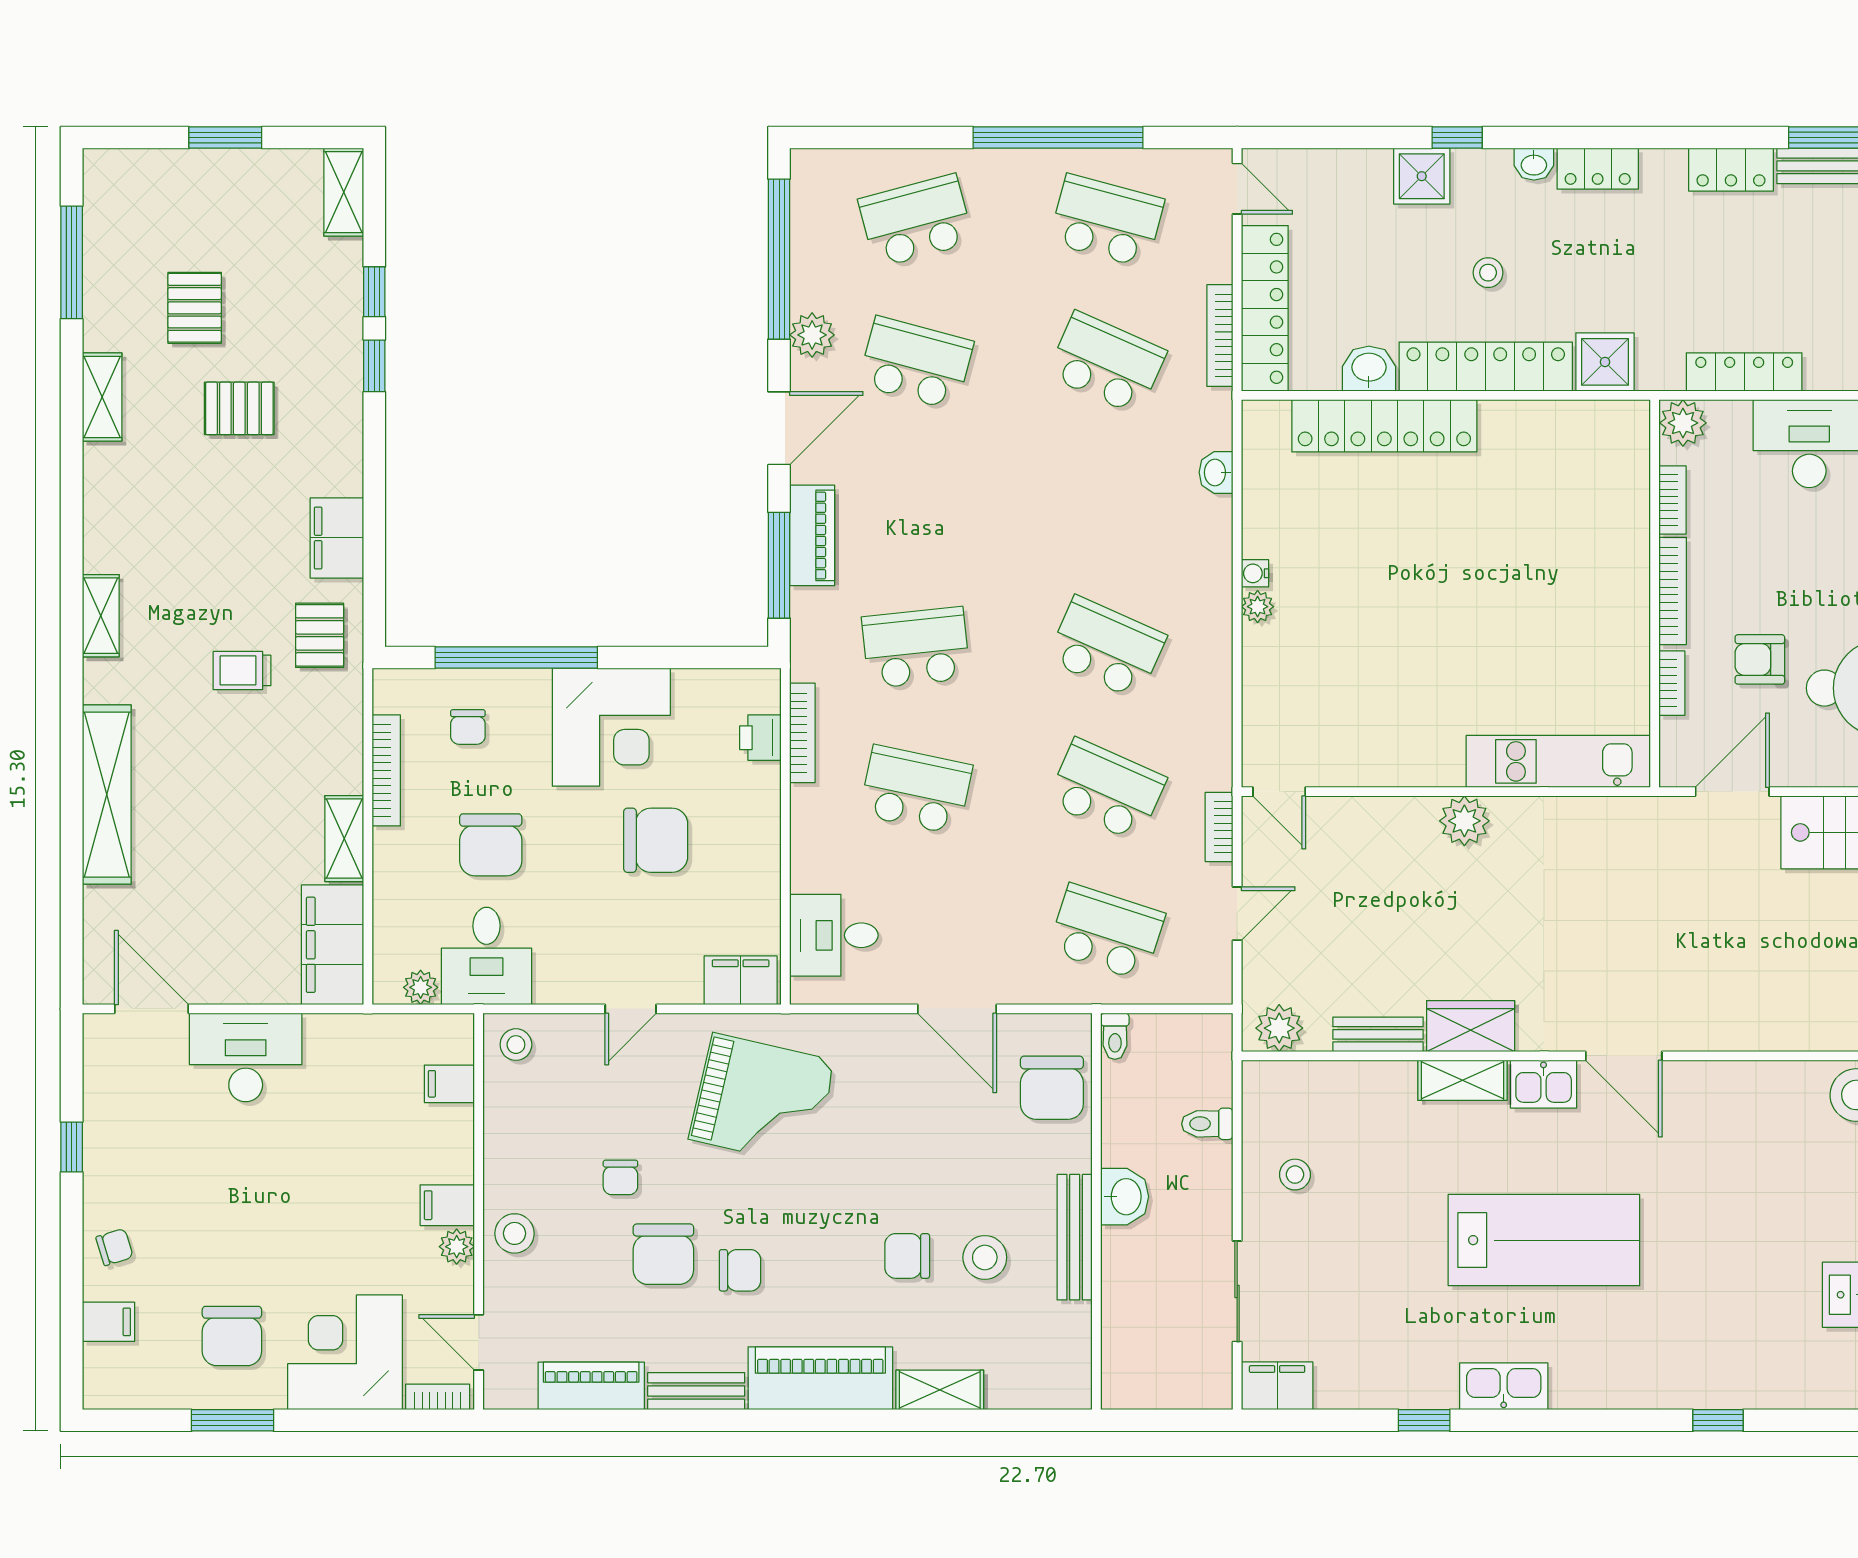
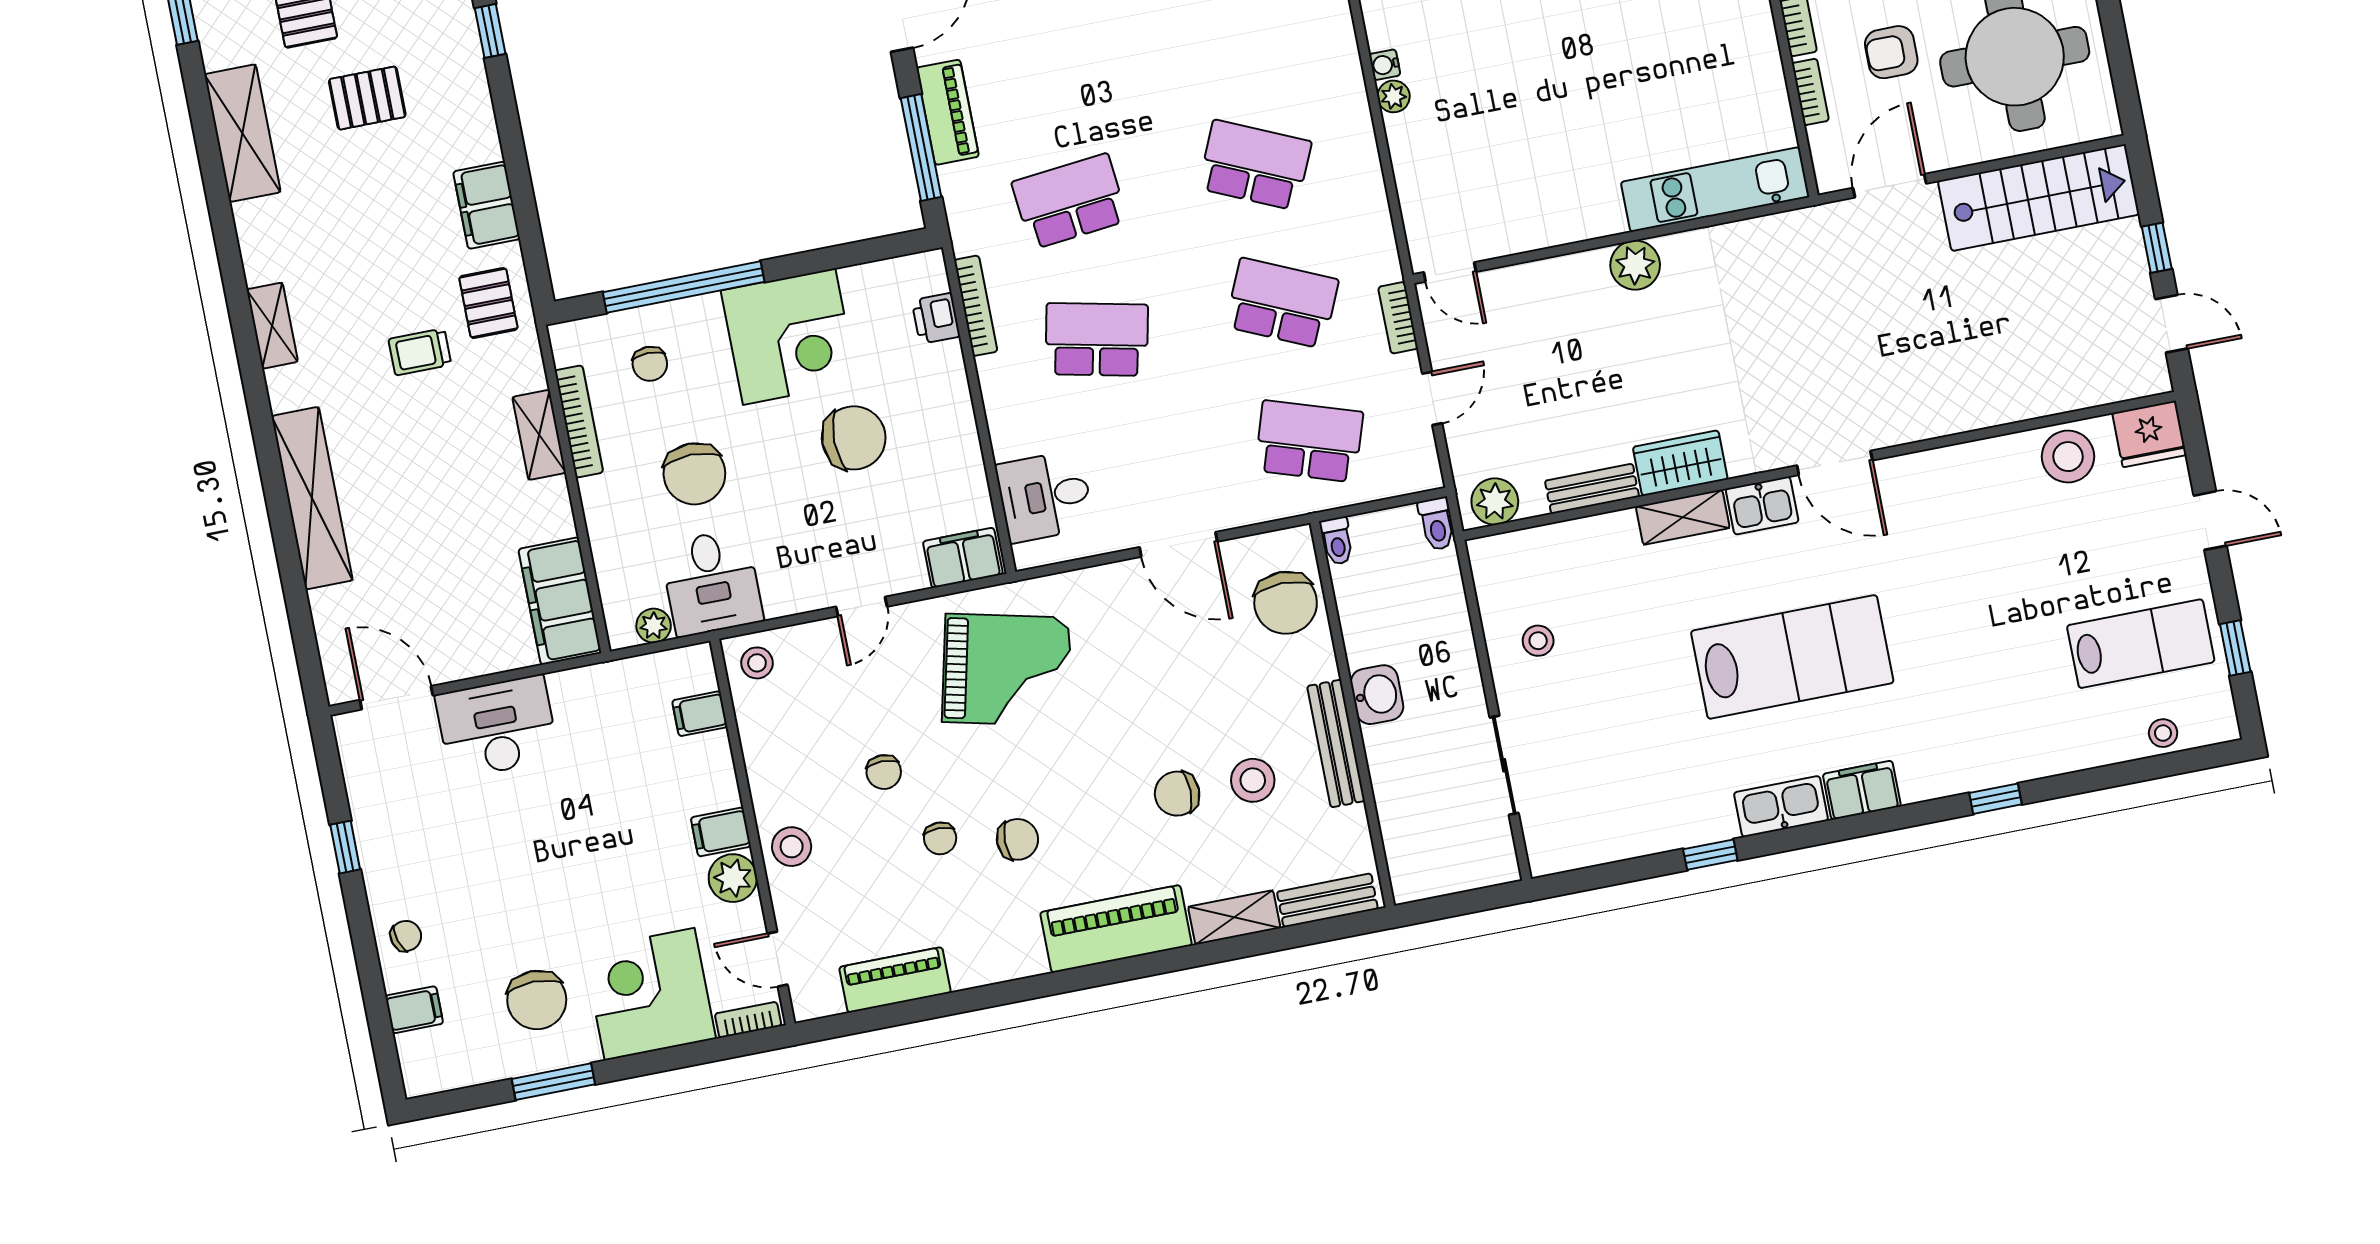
shelving: (102, 397) -> (242, 133), width x1.50, depth x1.33
shelving: (344, 839) -> (539, 435), moved
toilet: (1207, 1124) -> (1437, 524), moved, turned -90
plant: (457, 1247) -> (733, 878), width x1.38, depth x1.38
chair: (663, 1254) -> (940, 838), width x0.54, depth x0.54
filing cabinet: (1277, 1386) -> (1862, 790), moved
bench: (696, 1391) -> (1327, 900), moved

